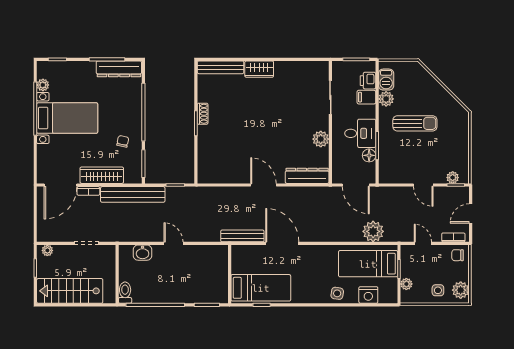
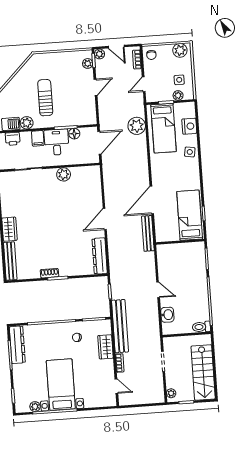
filing cabinet: (366, 97) -> (38, 138), moved
wardrobe: (102, 175) -> (106, 347), width x0.67
dresser: (307, 176) -> (100, 256), moved
door: (61, 185) -> (116, 386), width x0.53
plant: (463, 193) -> (99, 54), added
door: (174, 243) -> (158, 290), swing flipped
side table: (438, 290) -> (179, 80), moved

